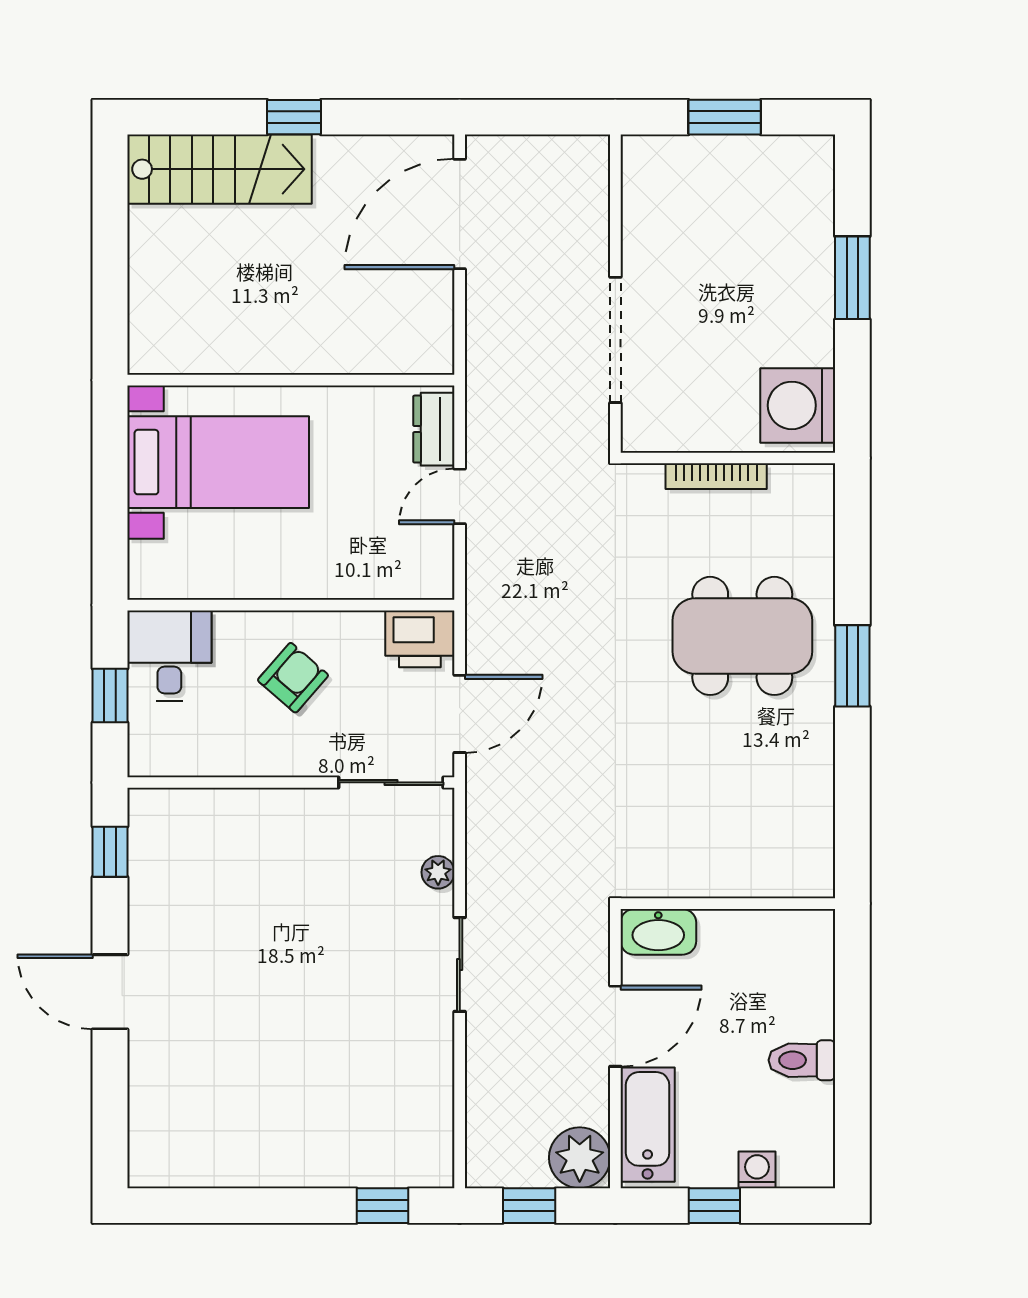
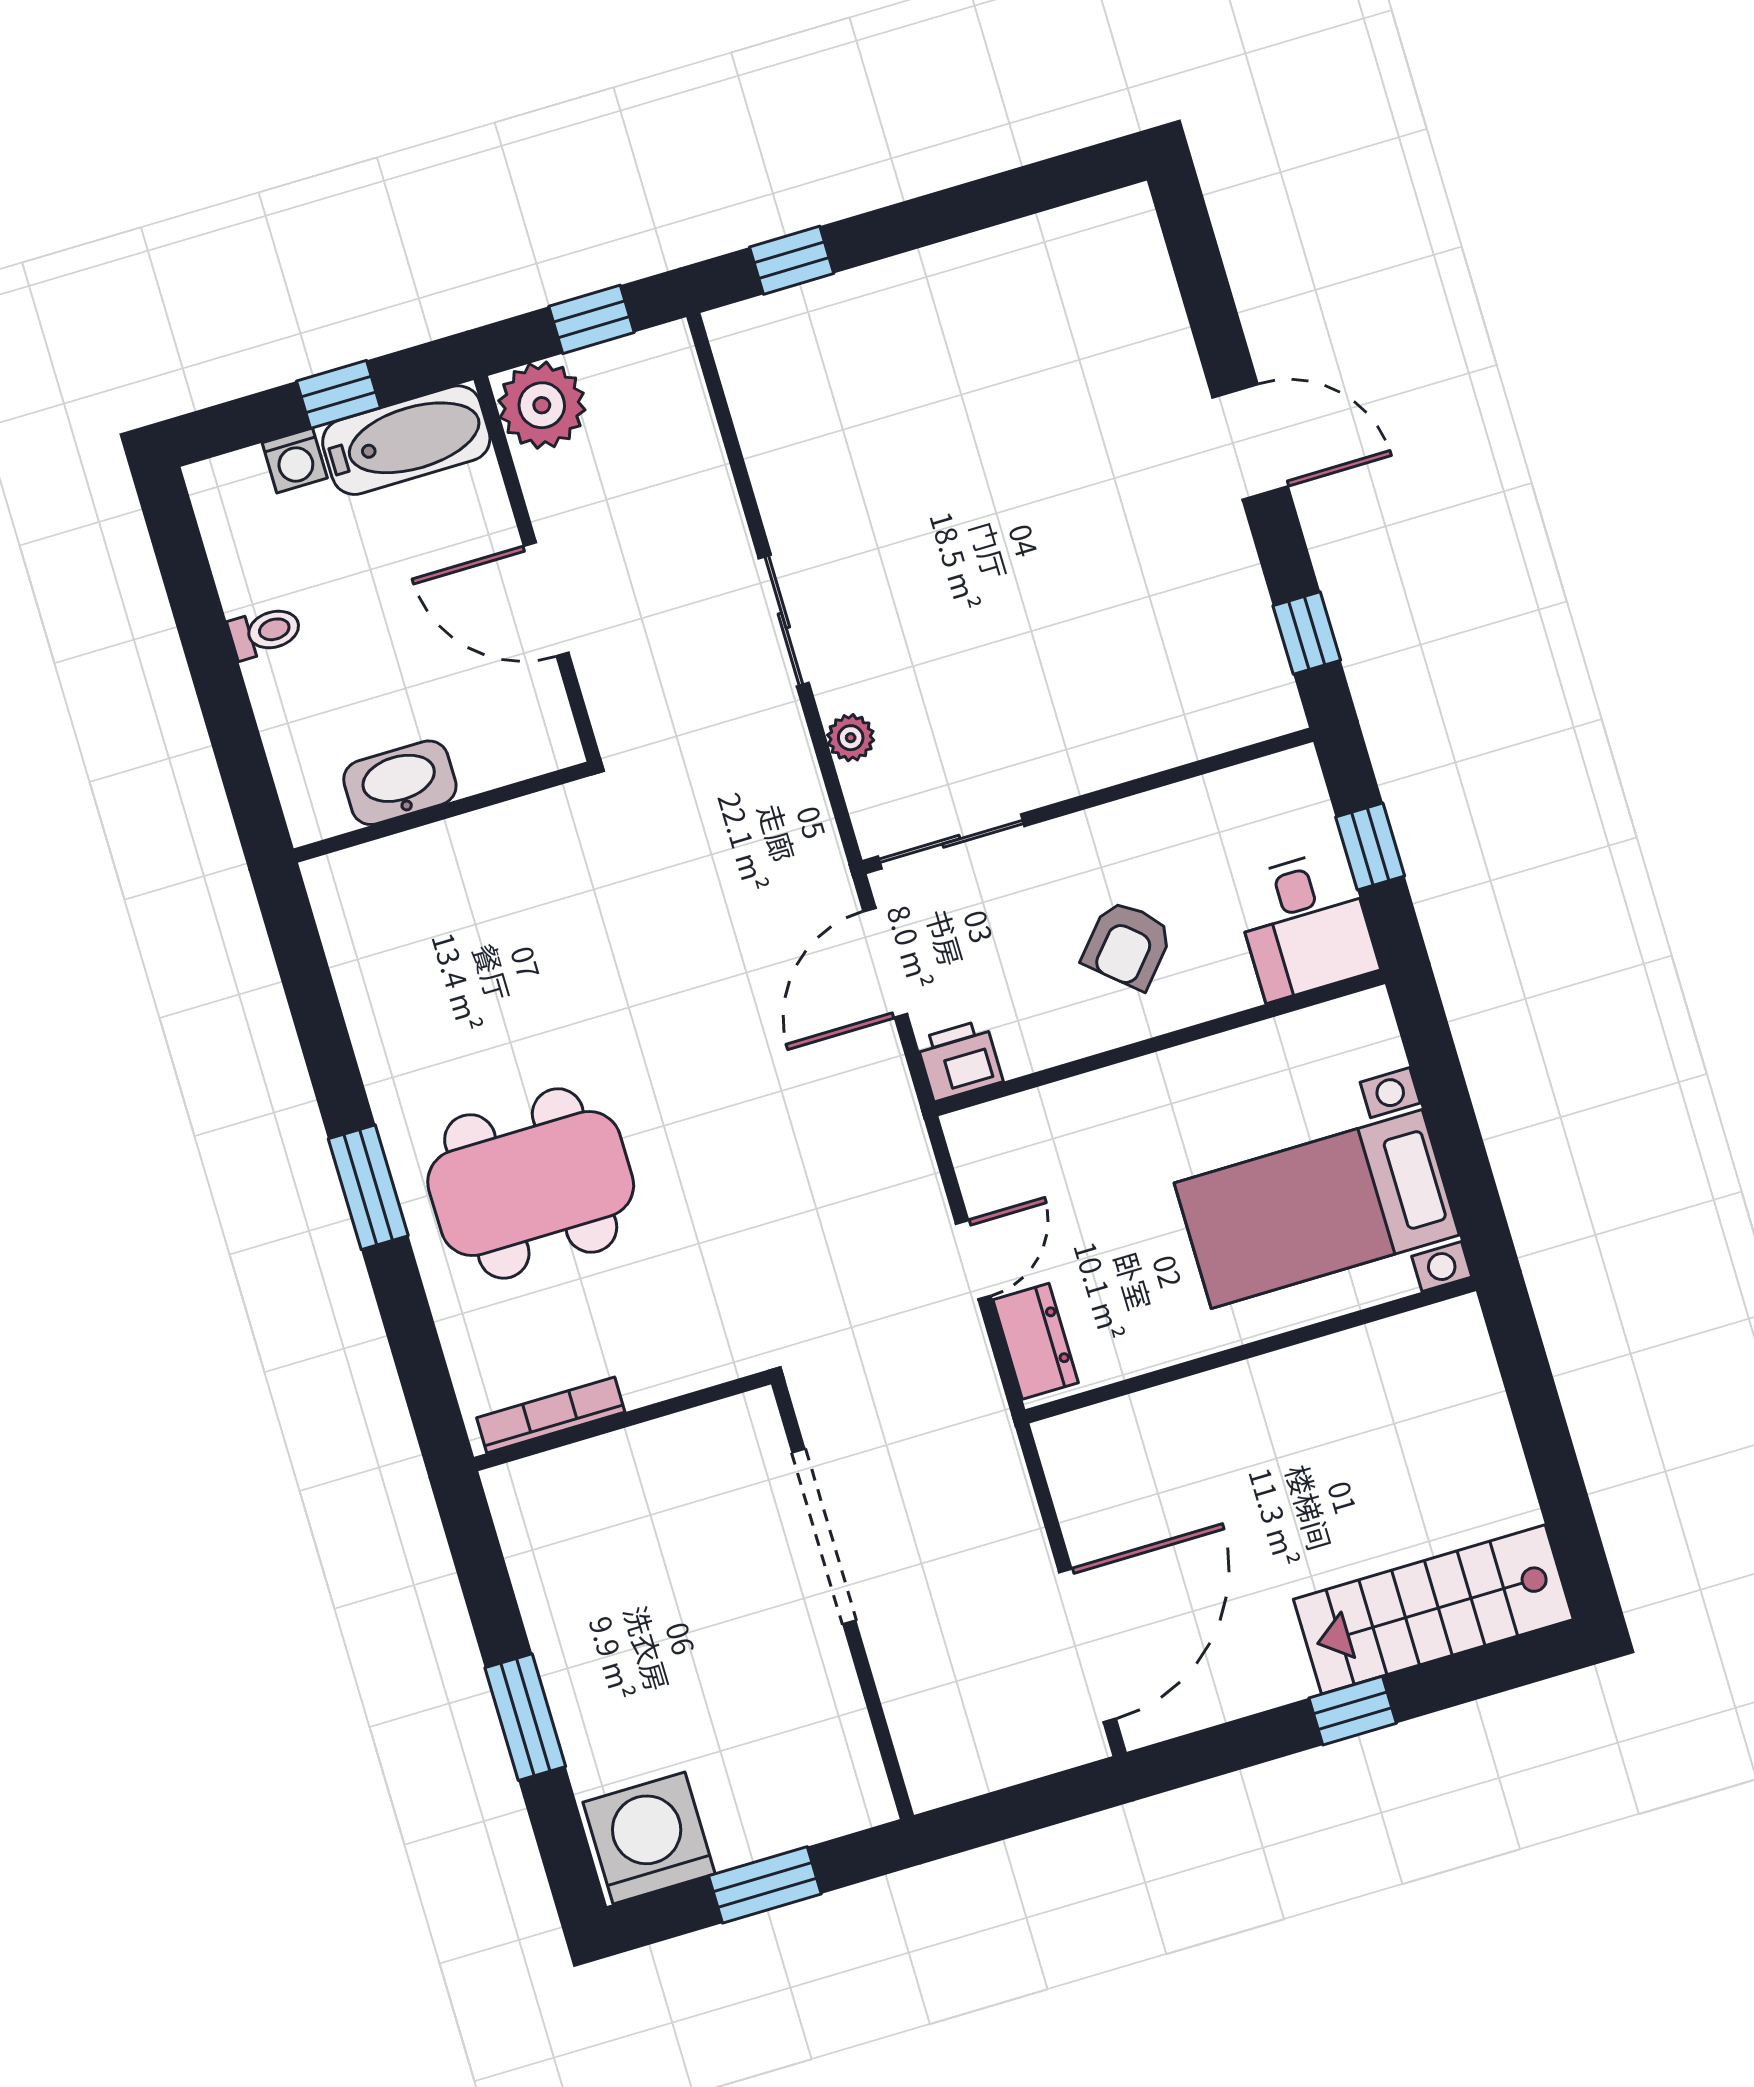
washing machine: (798, 405) -> (649, 1838), moved, turned -90
bookcase: (716, 476) -> (551, 1415), moved
printer: (420, 639) -> (960, 1060), width x0.73, depth x0.81
washbasin: (658, 932) -> (400, 783), moved
door: (615, 1026) -> (546, 599), hinge flipped
toilet: (802, 1060) -> (265, 632), width x0.73, depth x0.72
bathtub: (648, 1125) -> (406, 440), moved, turned -90

